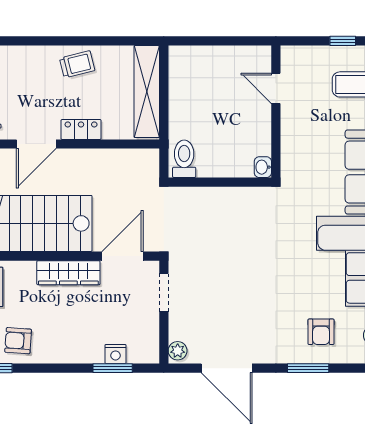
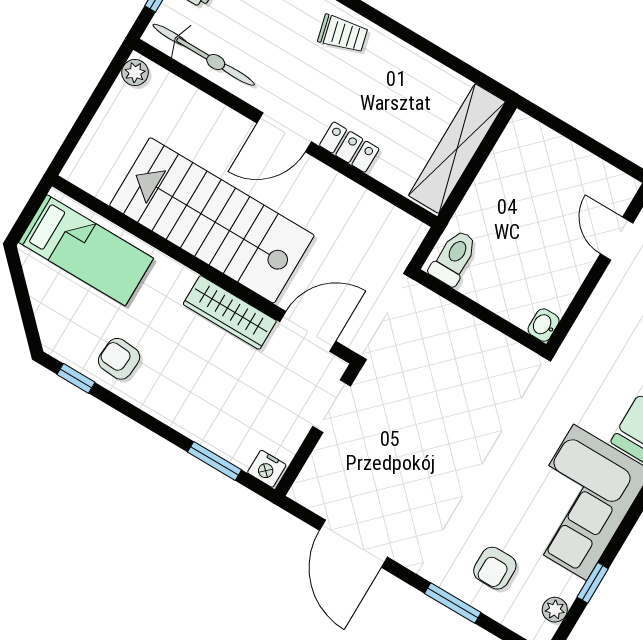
trolley: (77, 64) -> (343, 34), moved
plant: (178, 351) -> (306, 487), removed
nightstand: (115, 354) -> (267, 469), moved

